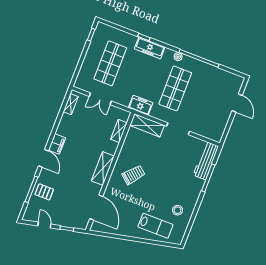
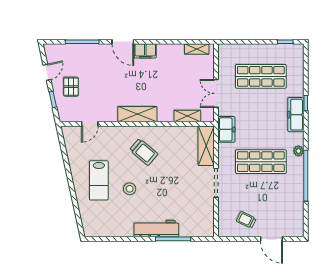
double door: (100, 99) -> (216, 93), moved
door: (237, 103) -> (271, 239), hinge flipped
trolley: (215, 117) -> (246, 220), added
door: (43, 158) -> (123, 42), hinge flipped
workbench: (206, 161) -> (156, 229), moved
pallet: (44, 192) -> (71, 87), moved
door: (96, 208) -> (90, 124), width x0.53
stool: (178, 210) -> (130, 189), moved
lab bench: (156, 226) -> (99, 180), moved

